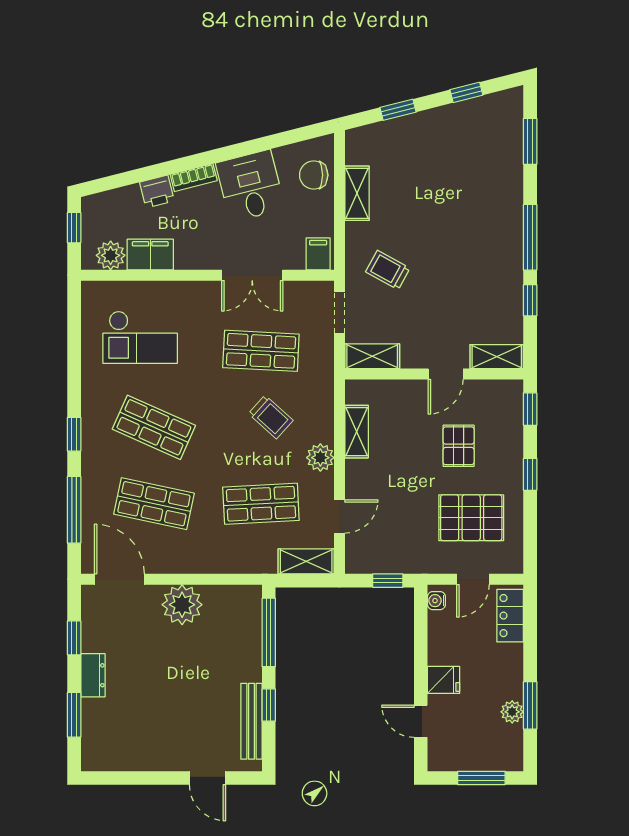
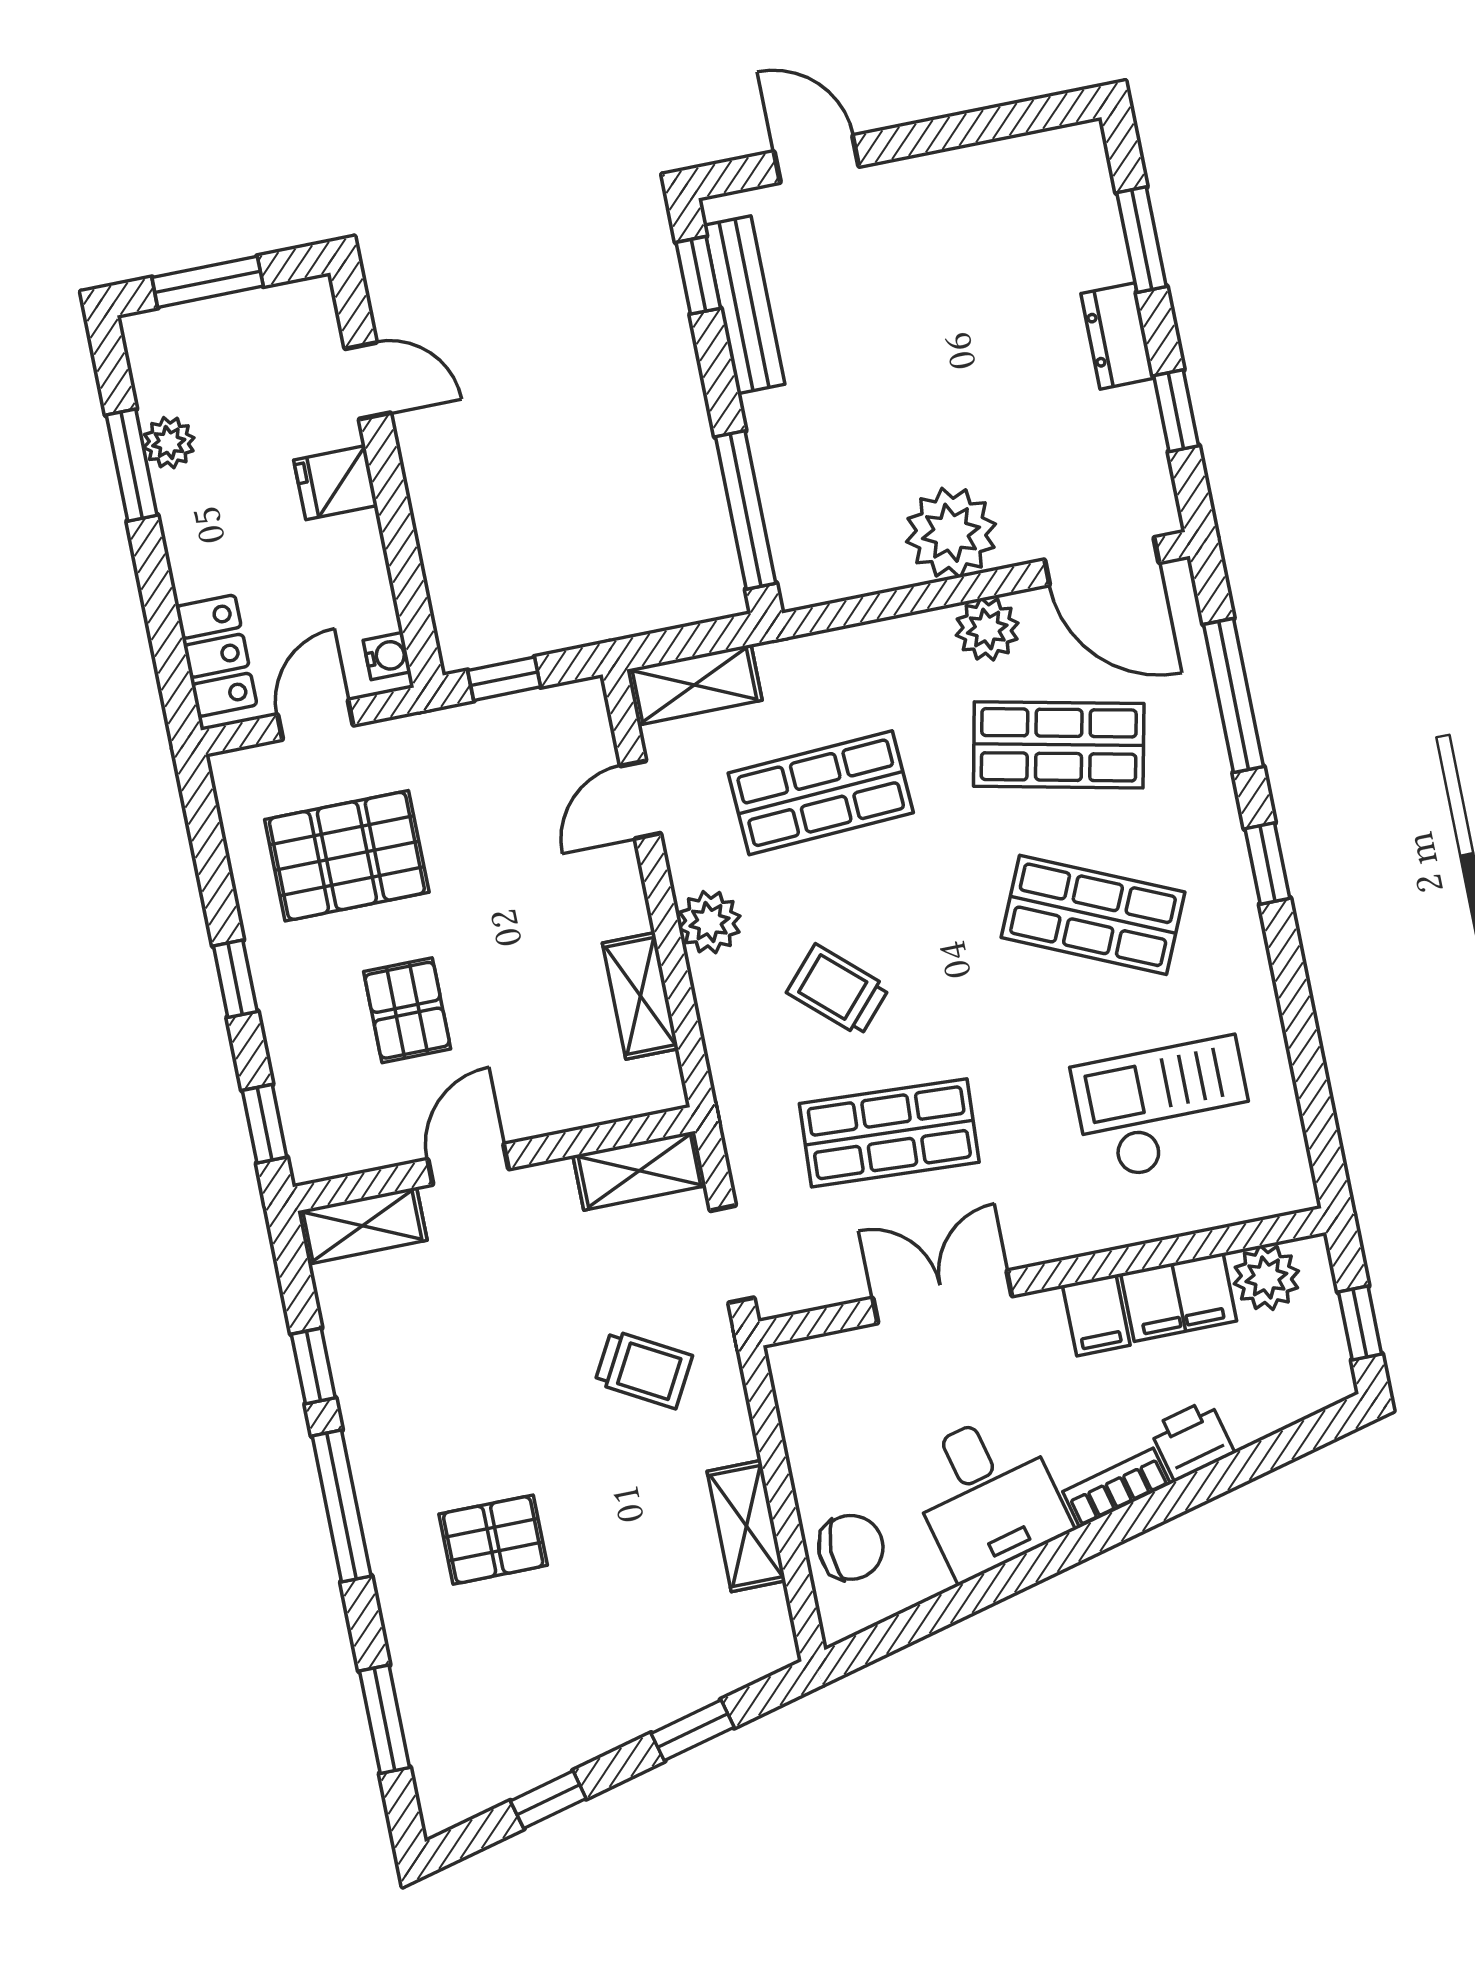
pallet: (468, 210) -> (493, 1540), added
filing cabinet: (318, 254) -> (1096, 1315), moved
plant: (175, 560) -> (987, 629), added
window: (269, 705) -> (698, 275), moved

